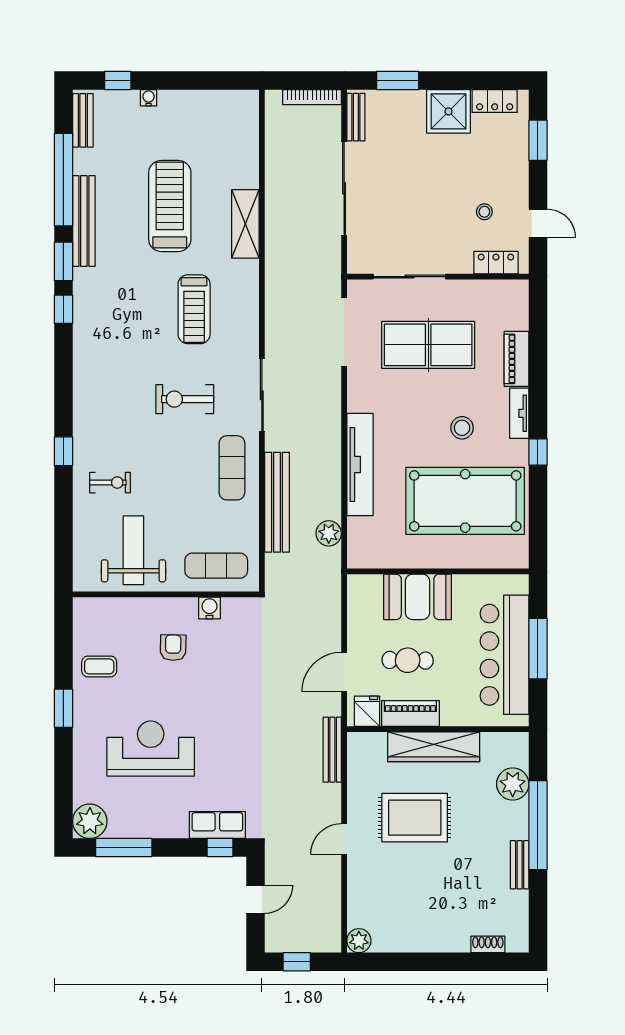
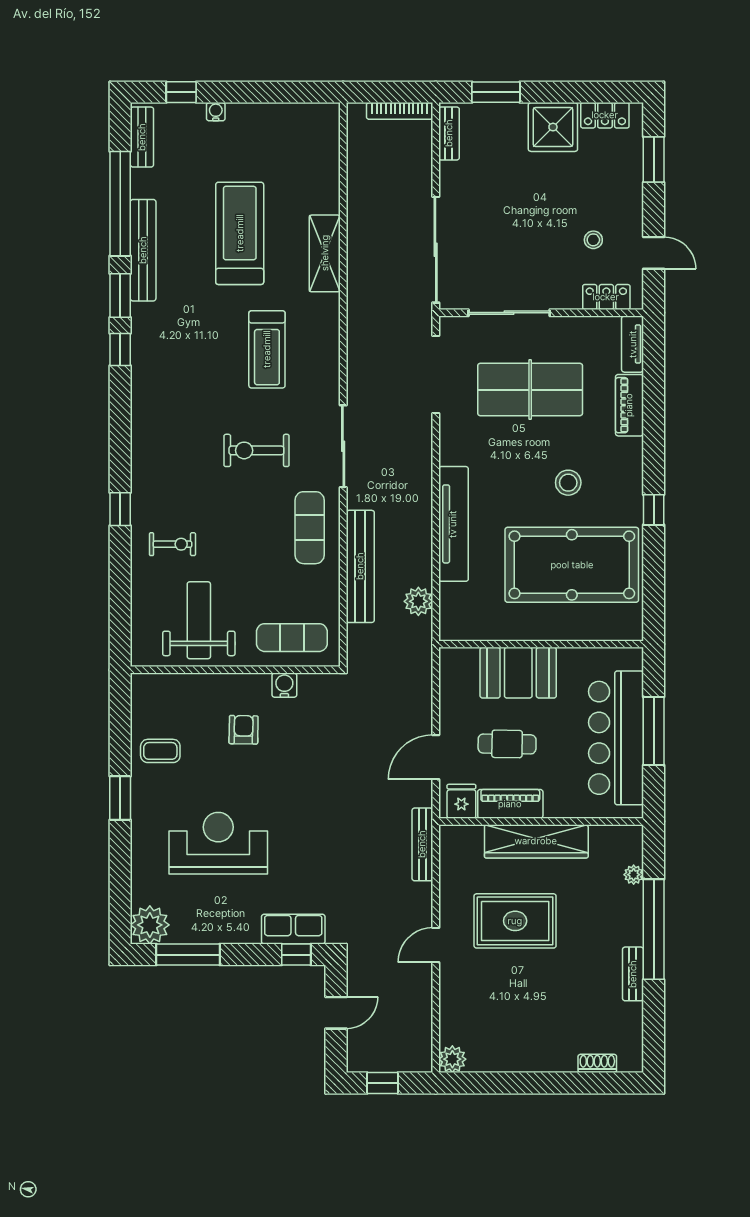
sliding door: (344, 188) -> (436, 250), moved
tv unit: (519, 413) -> (633, 344), moved
plant: (513, 784) -> (634, 875), width x0.53, depth x0.53

